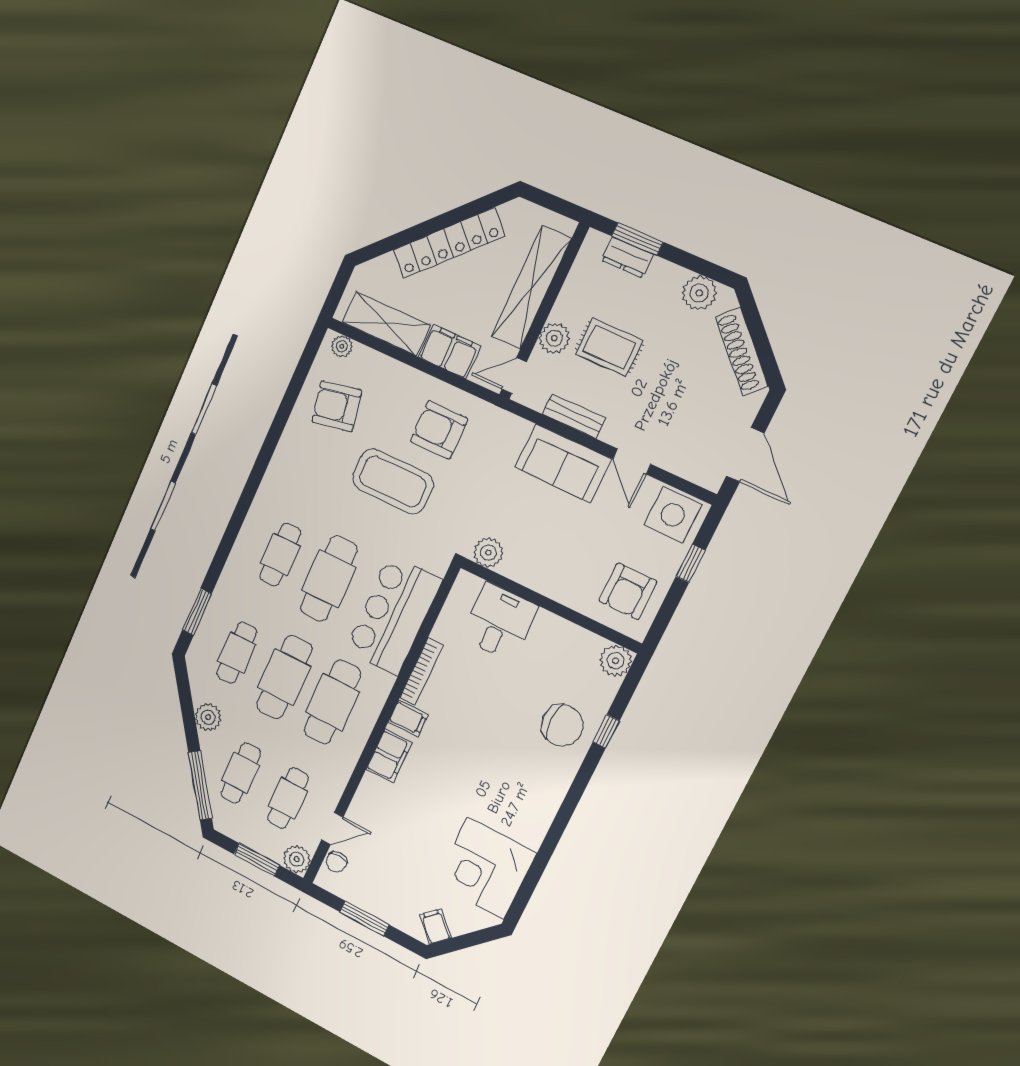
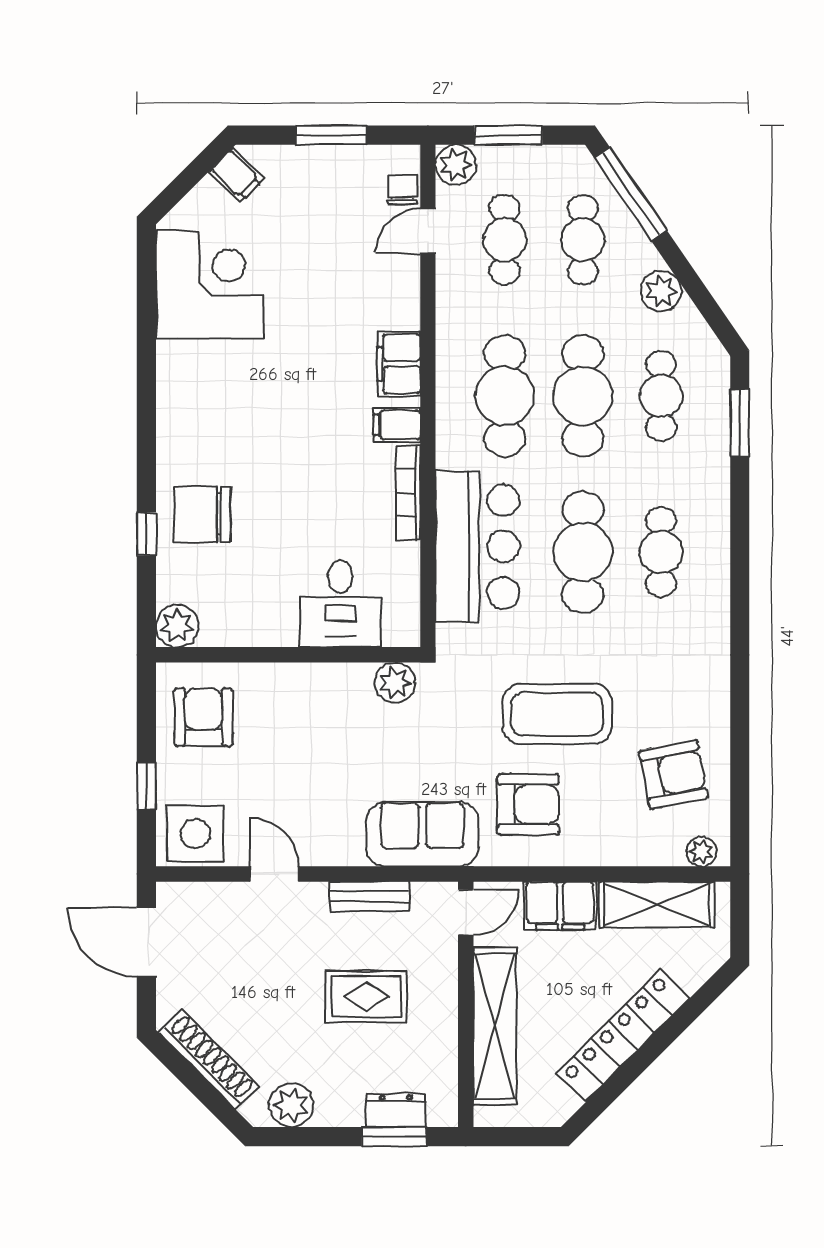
plant: (554, 338) -> (438, 978), removed
sofa: (563, 463) -> (422, 834), moved

